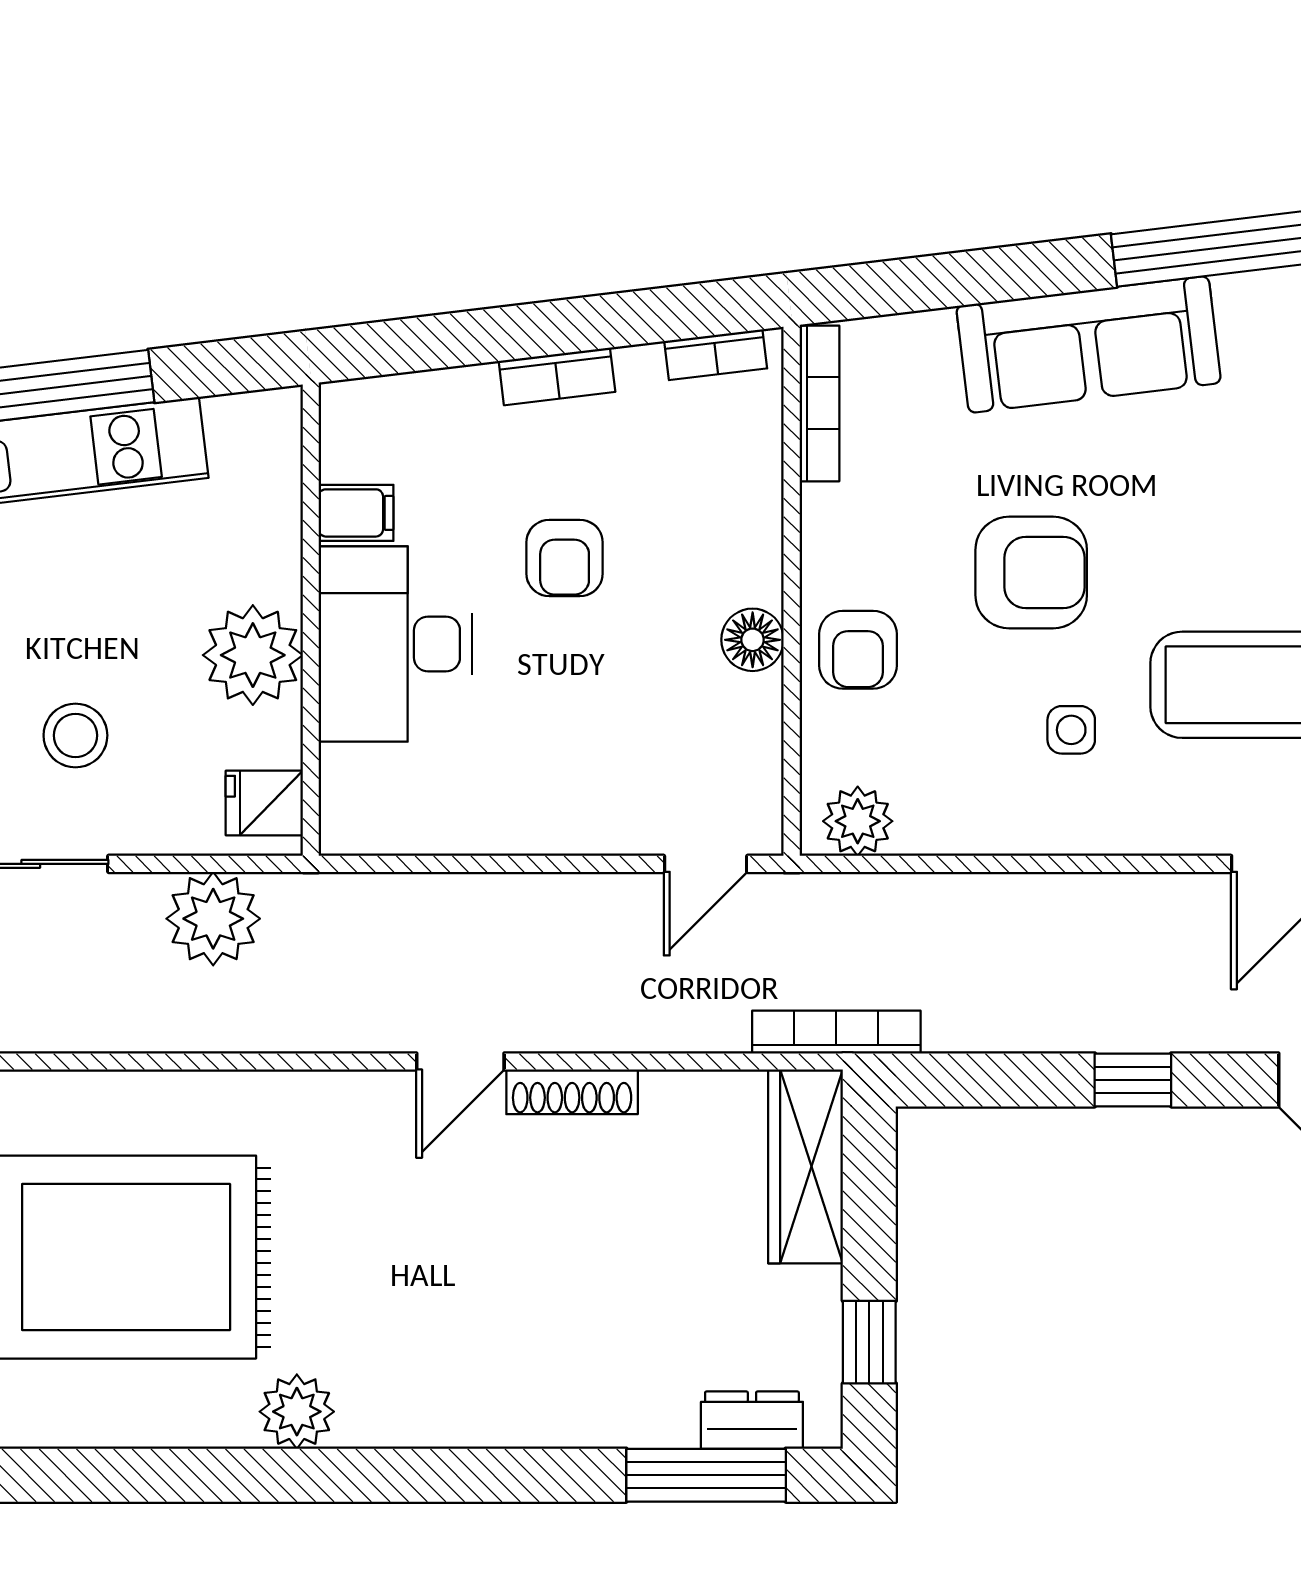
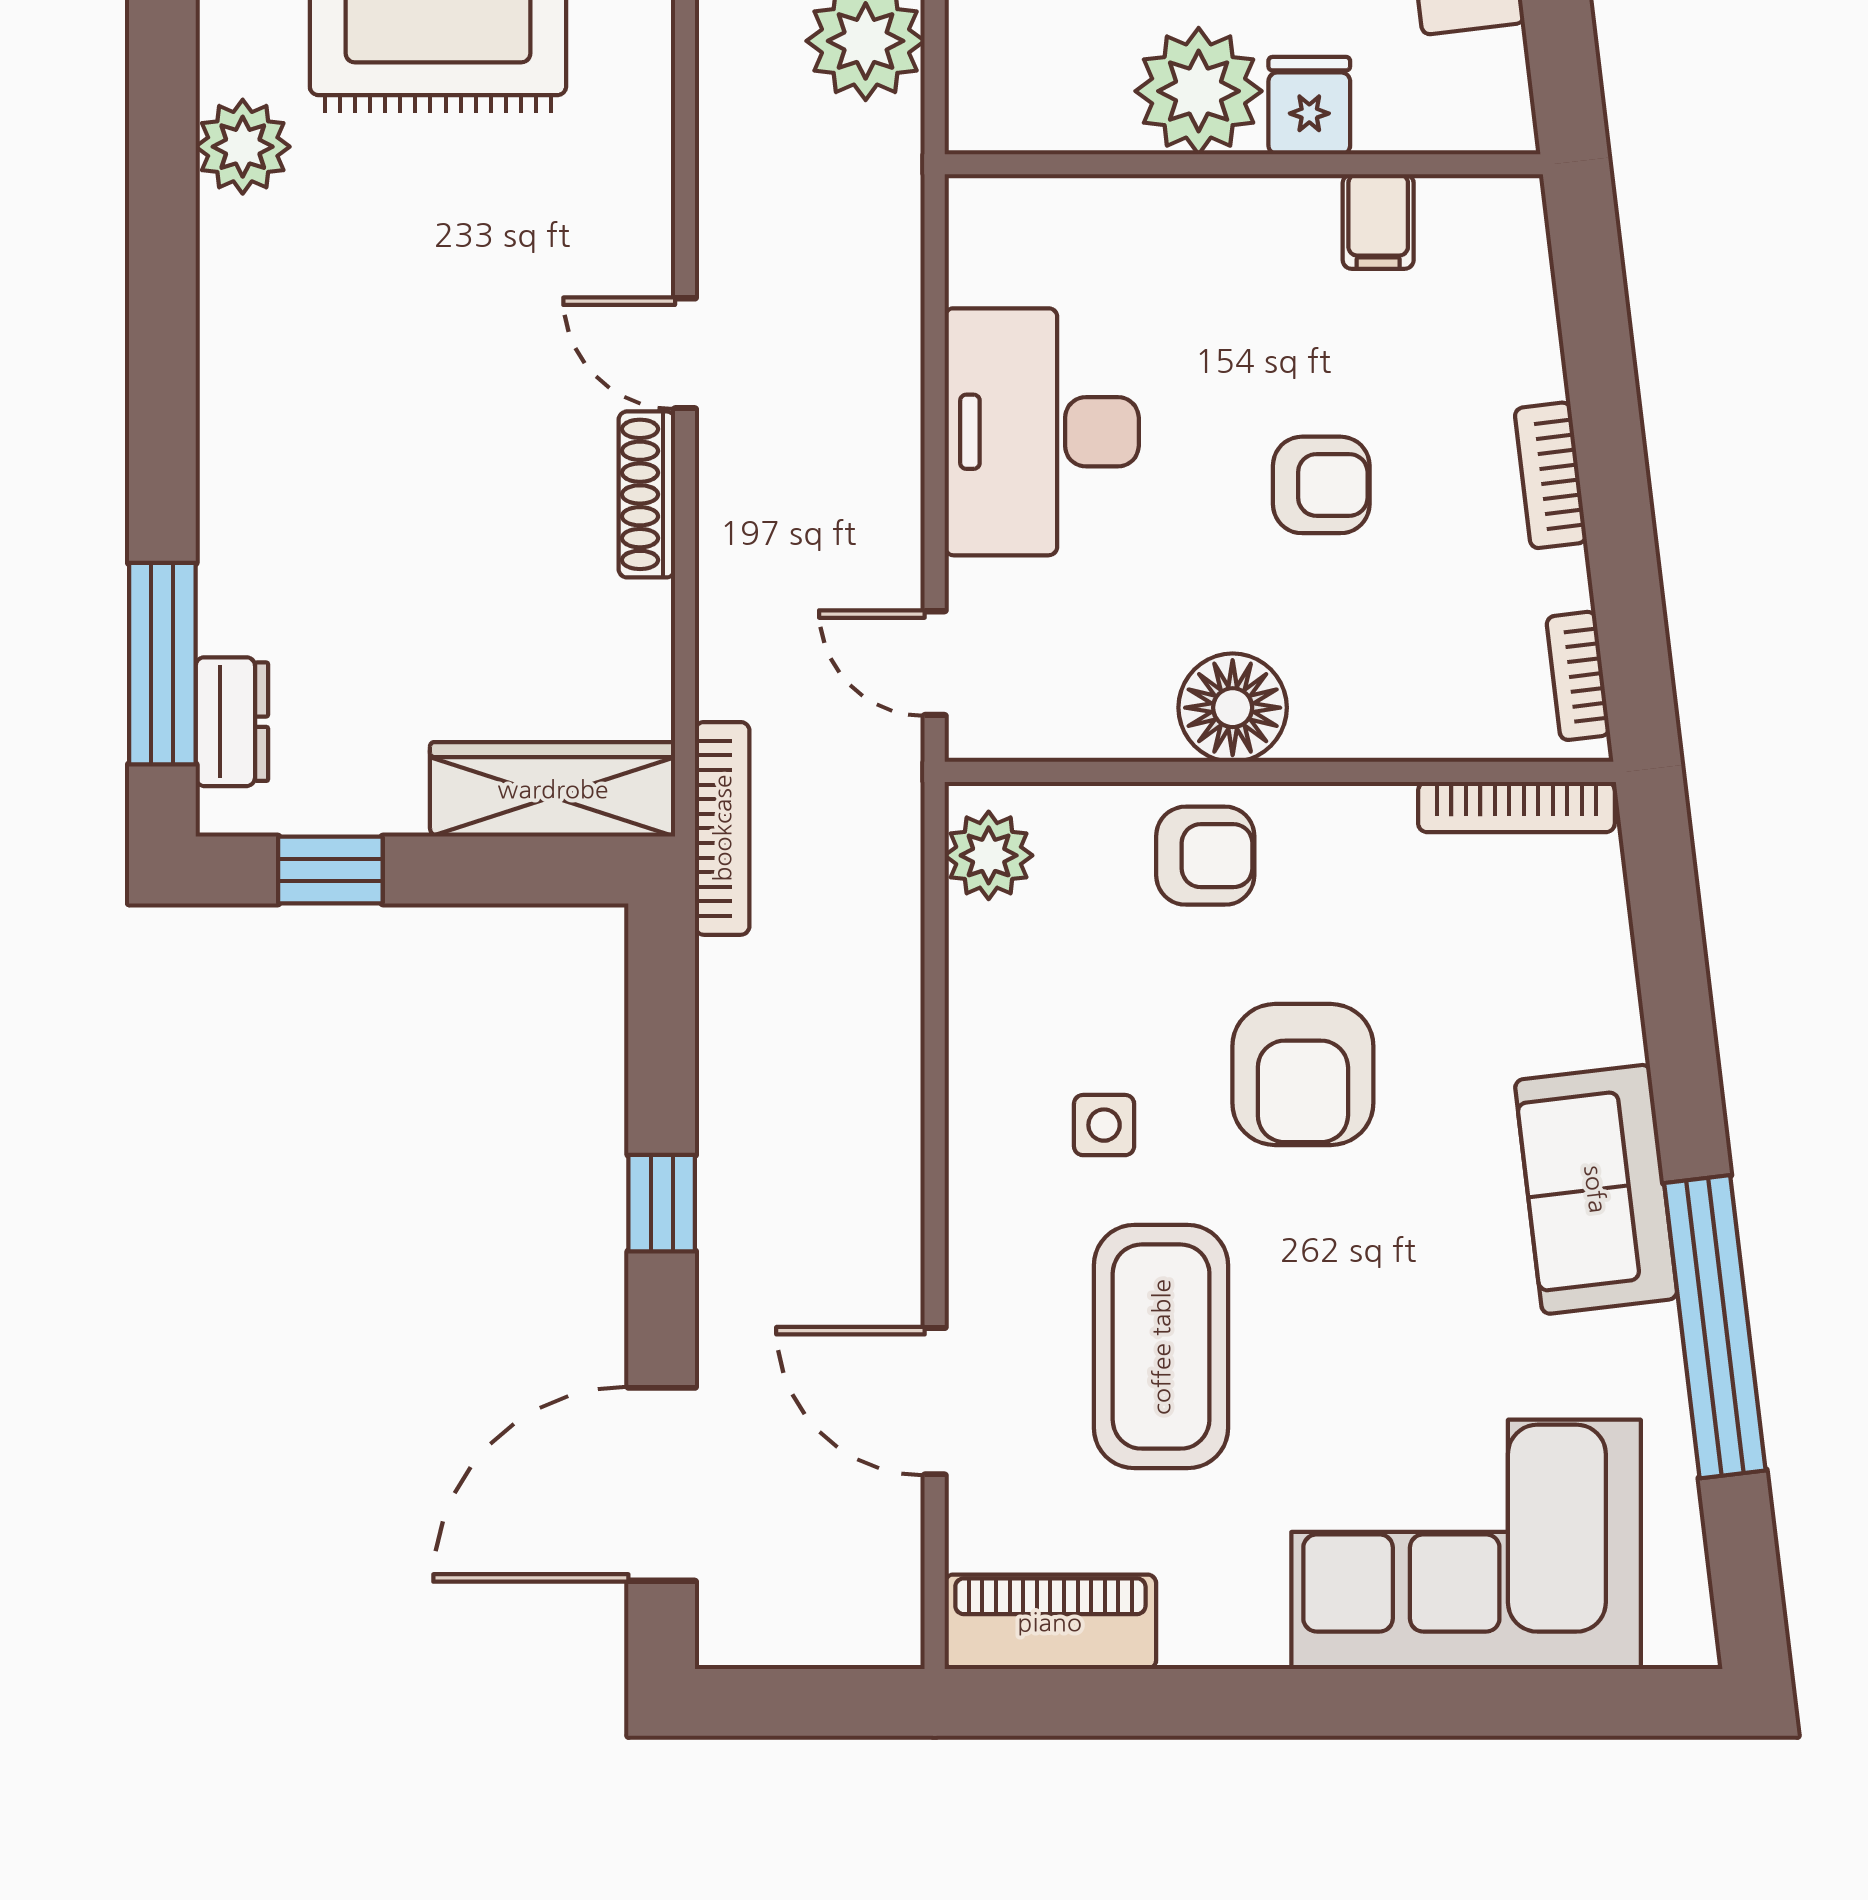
sofa: (1089, 344) -> (1596, 1189), width x0.73
armchair: (565, 558) -> (1321, 485), turned 180
floor lamp: (753, 640) -> (1233, 708), width x1.38, depth x1.38
desk: (395, 644) -> (1042, 432), moved, turned -90
armchair: (858, 650) -> (1205, 856), turned 180
fridge: (264, 803) -> (1309, 106), moved

